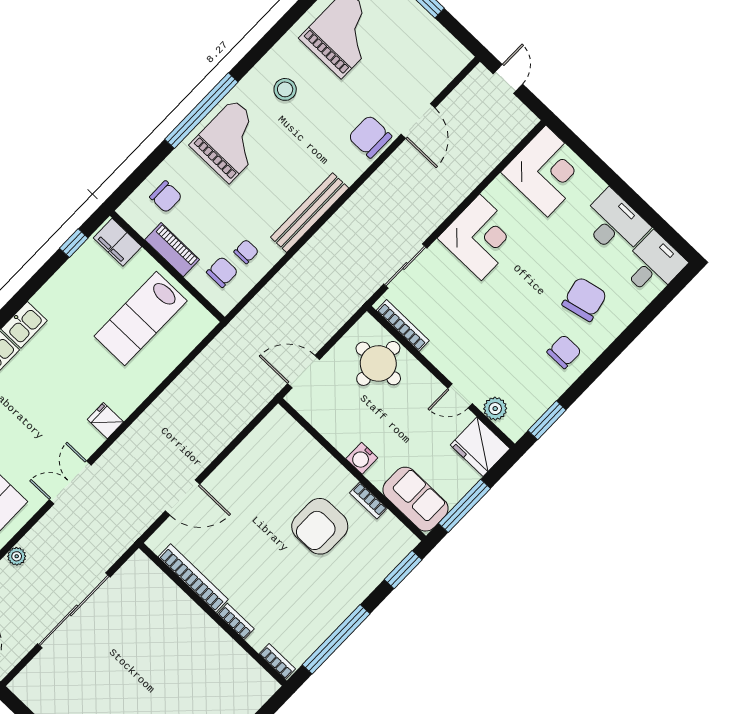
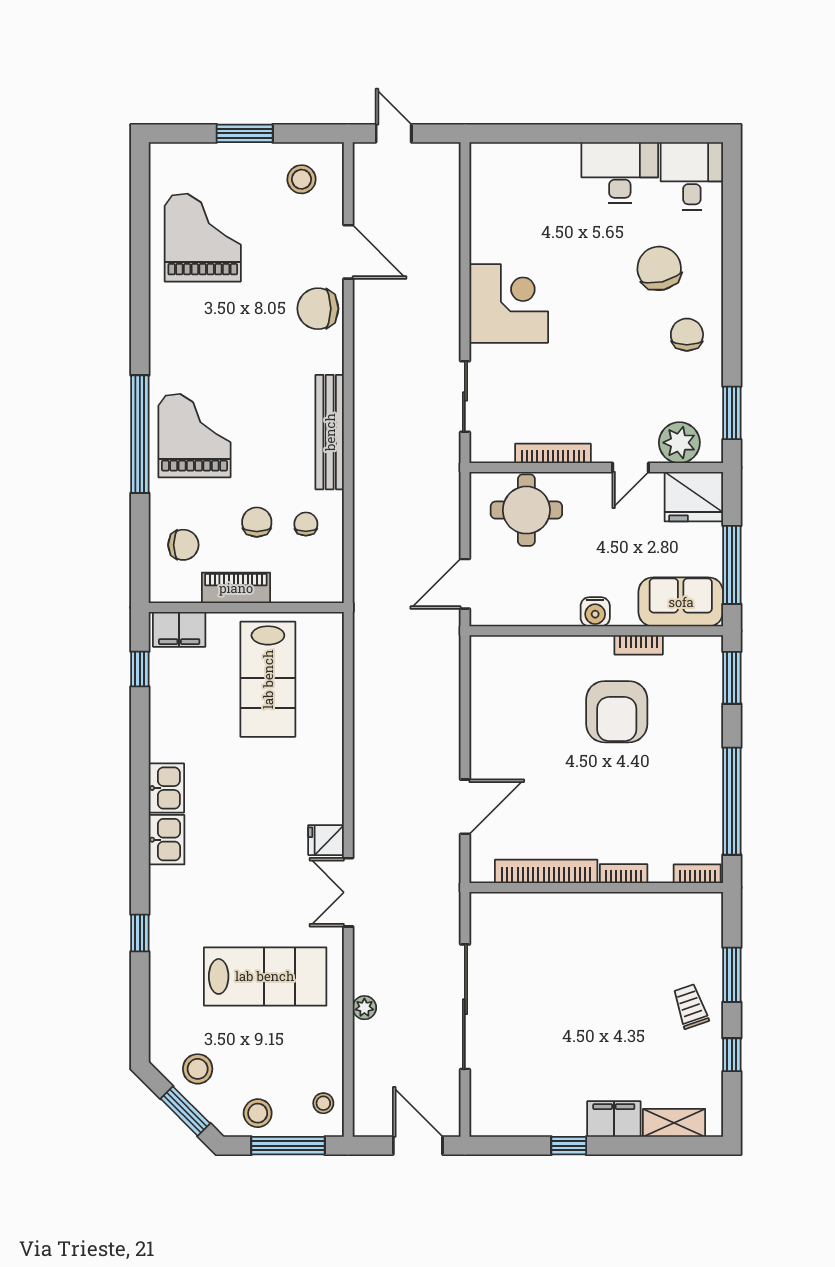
stool: (285, 89) -> (301, 179), moved
corner desk: (547, 171) -> (511, 184), removed
chair: (222, 272) -> (257, 522), moved
bookcase: (403, 326) -> (553, 453), moved
plant: (495, 409) -> (679, 443), width x1.36, depth x1.36
fridge: (105, 421) -> (326, 840), moved

